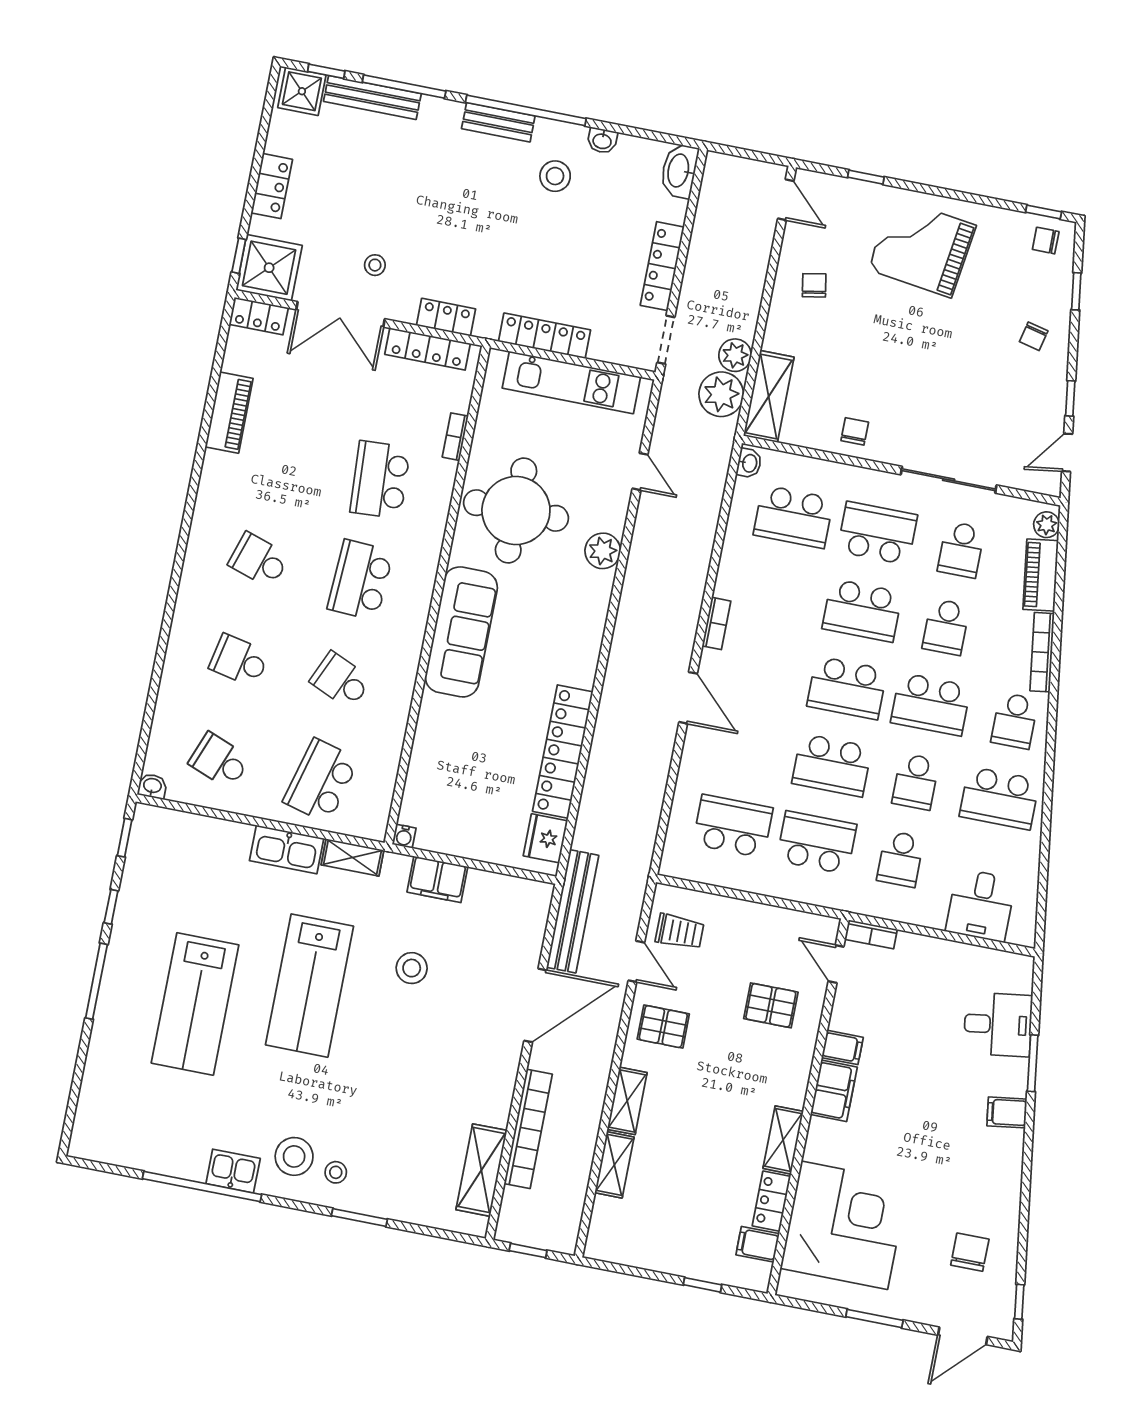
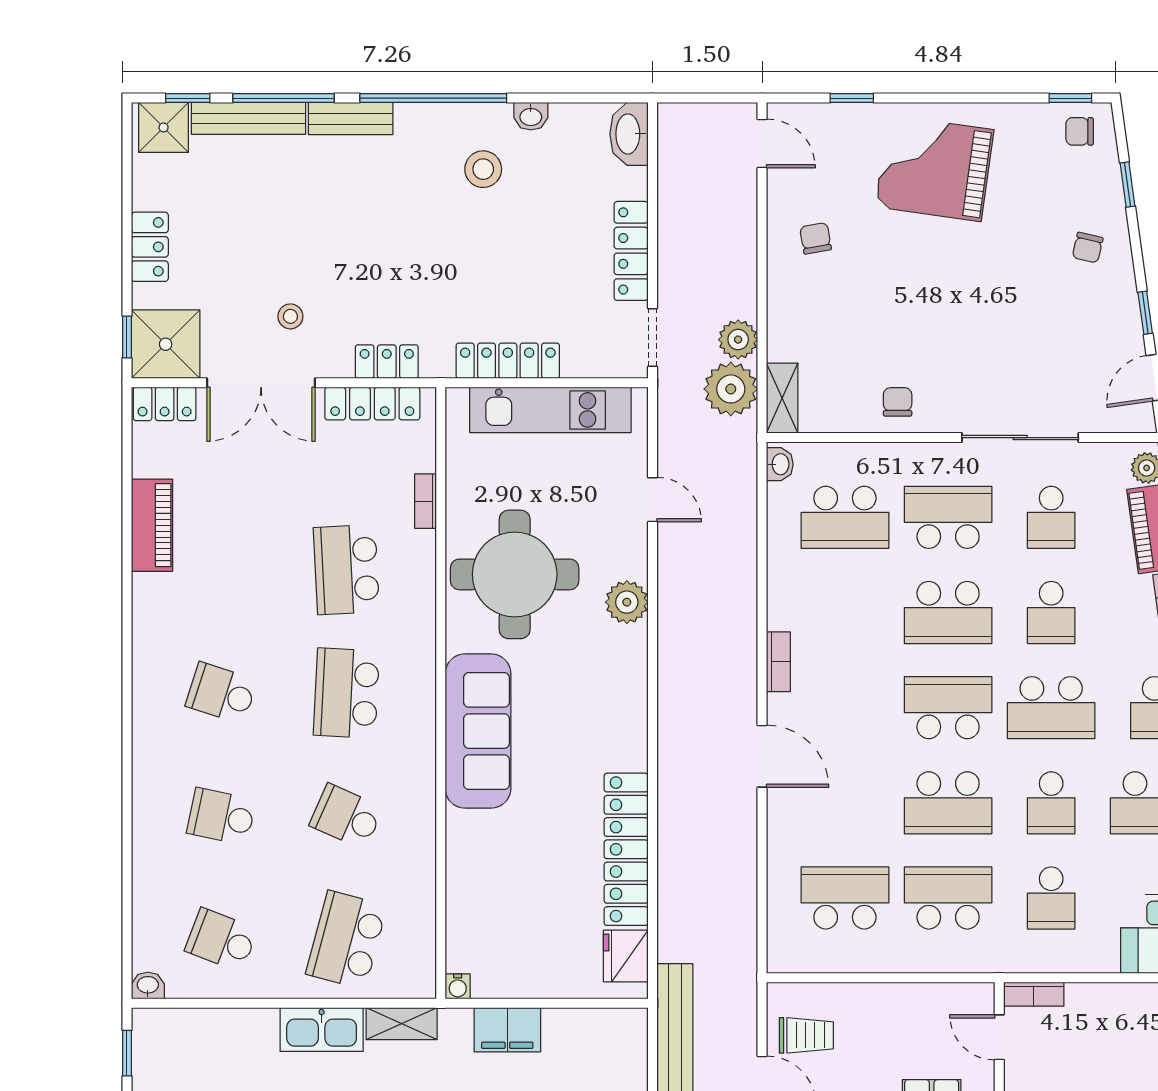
bench: (498, 122) -> (351, 119), moved
shelving: (769, 396) -> (782, 398), width x0.67, depth x0.75
school desk: (847, 688) -> (948, 708), turned 180

